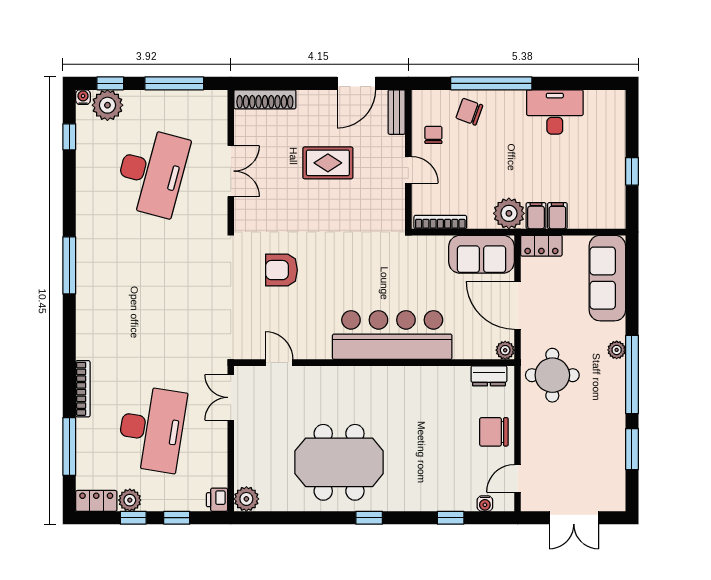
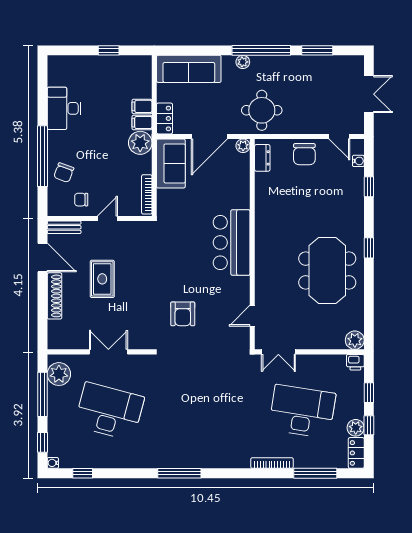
shoe rack: (265, 99) -> (55, 296), moved
plant: (107, 105) -> (59, 374), moved
bar counter: (392, 335) -> (232, 243), width x0.73

